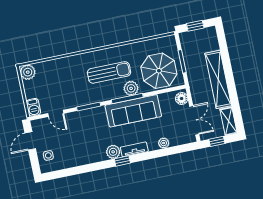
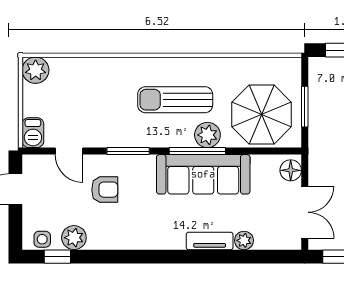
sun lounger: (109, 72) -> (175, 100), turned 180
armchair: (80, 131) -> (105, 190), added
tv unit: (134, 149) -> (210, 241), moved
plant: (113, 152) -> (74, 238), moved
side table: (48, 155) -> (42, 239), moved
window: (122, 161) -> (57, 257), moved

